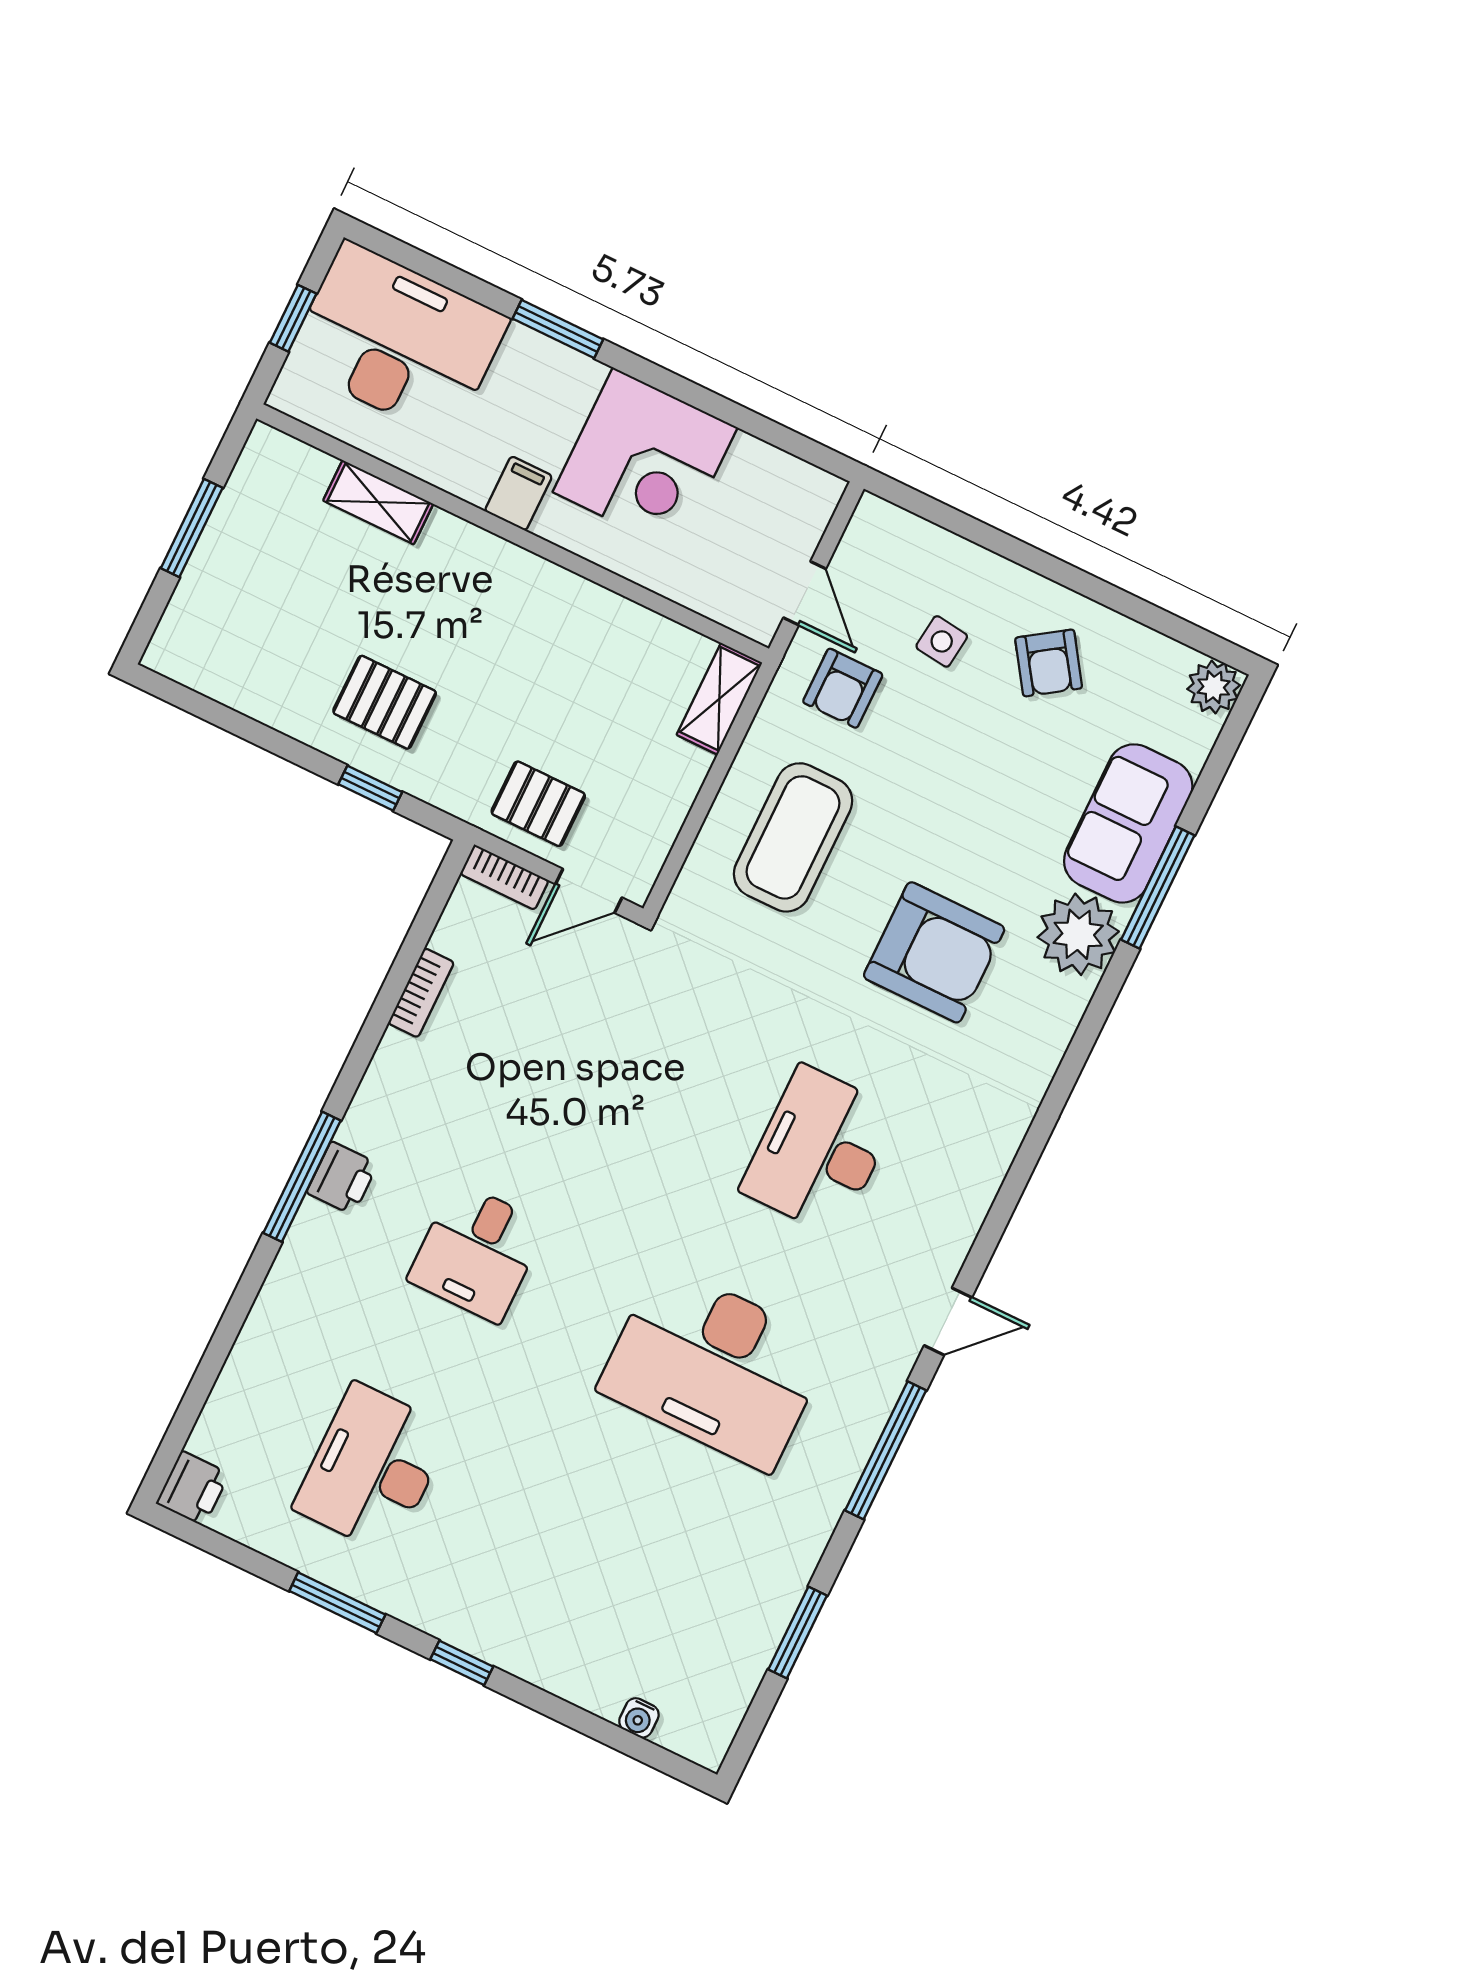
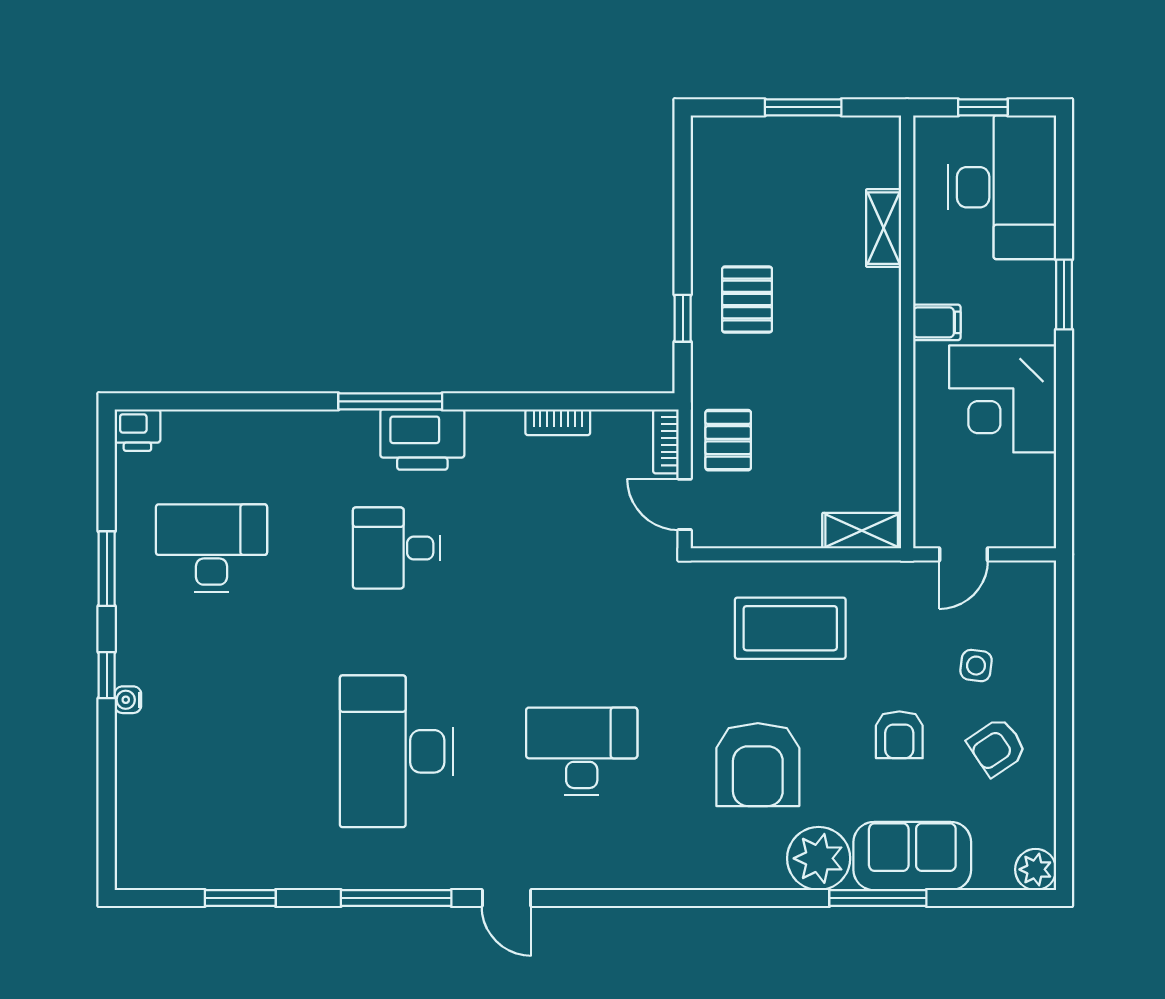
armchair: (843, 688) -> (899, 735), moved, turned -90
printer: (342, 1178) -> (422, 439), width x1.87, depth x1.48
water cooler: (639, 1718) -> (128, 700), moved

